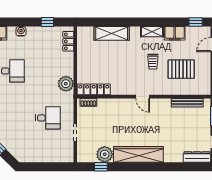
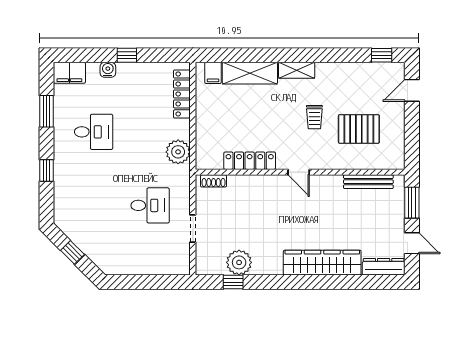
window: (47, 22) -> (127, 55), moved
shelving: (152, 32) -> (297, 70), moved
filing cabinet: (175, 33) -> (213, 73), moved, width x0.50
locker: (68, 41) -> (182, 94), width x1.53
locker: (94, 89) -> (250, 161), moved
wardrobe: (138, 154) -> (322, 263), moved

